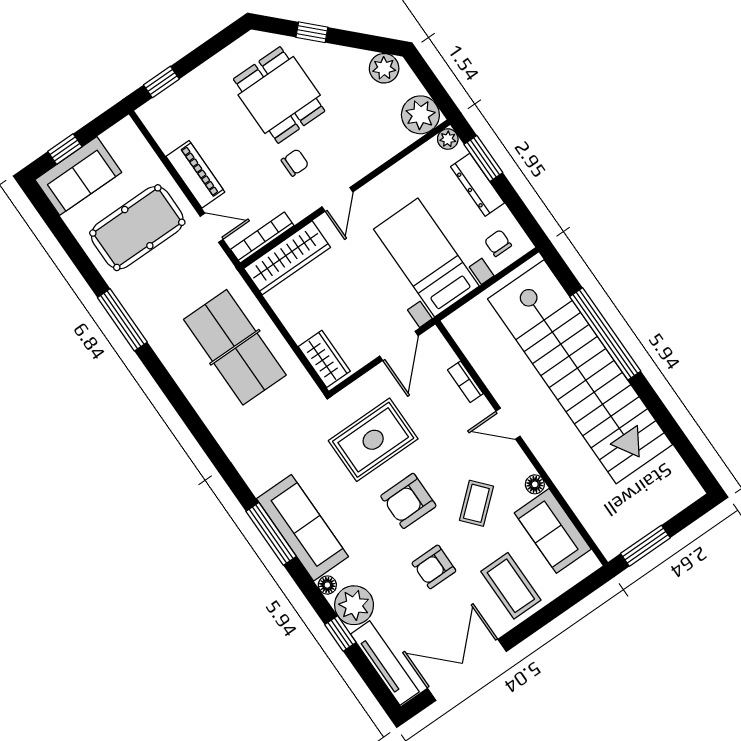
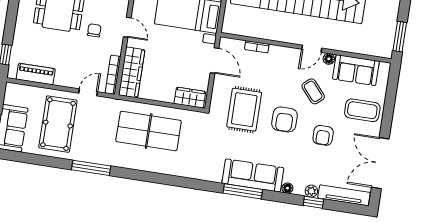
piano: (195, 174) -> (36, 74), moved
door: (508, 424) -> (312, 49), moved
plant: (354, 605) -> (311, 191), width x0.53, depth x0.53

